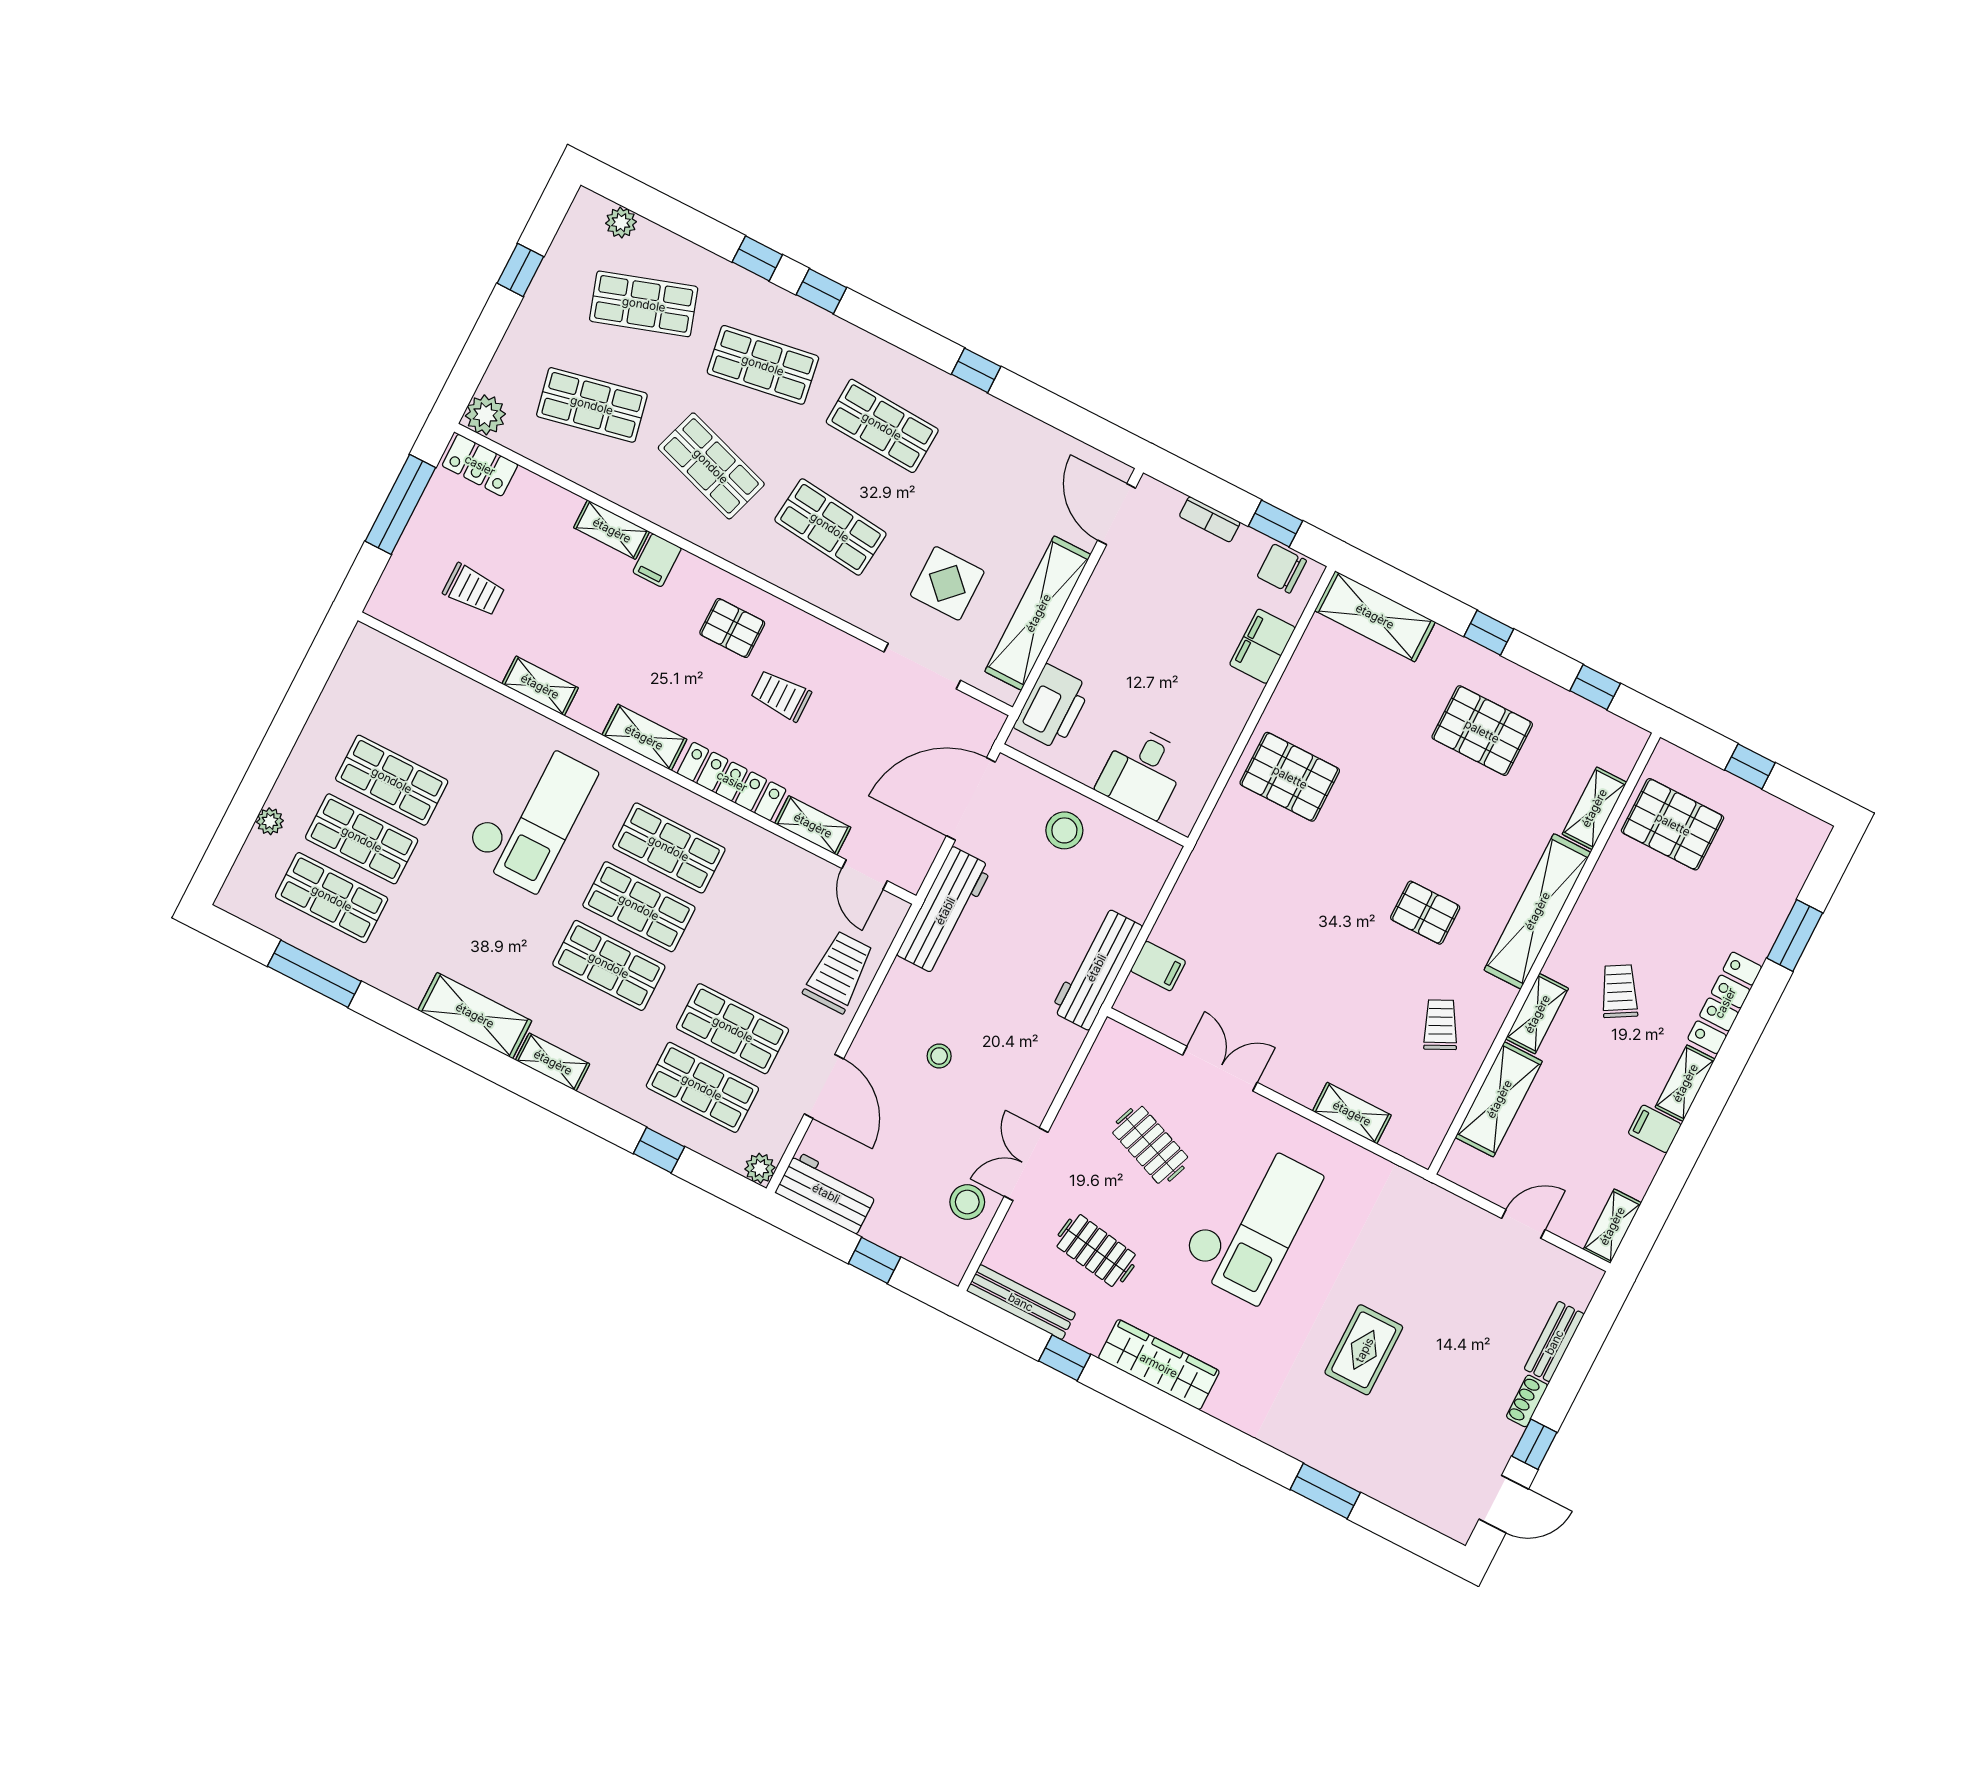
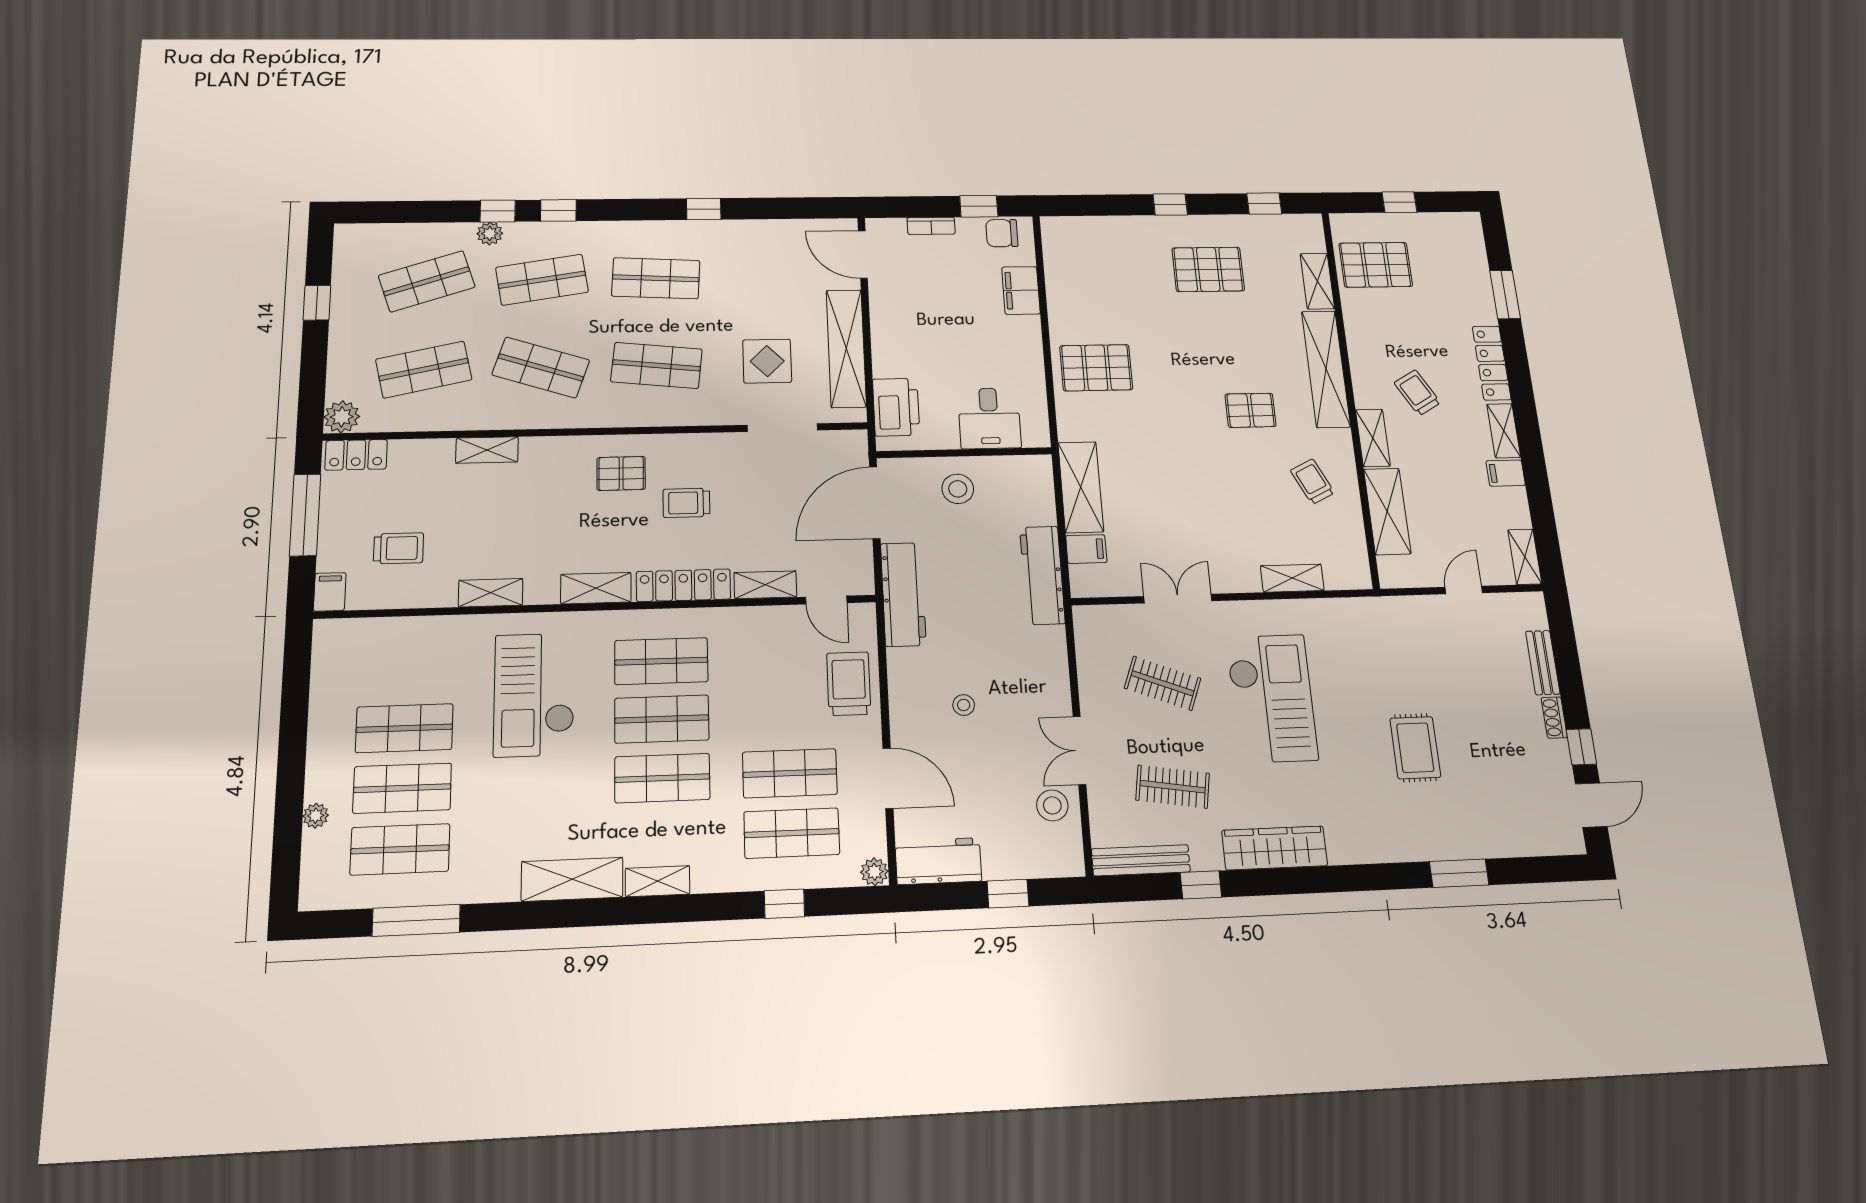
plant: (621, 223) -> (490, 234), moved
filing cabinet: (657, 560) -> (330, 592), moved, turned 180
shelving: (1375, 616) -> (1081, 487), moved, turned 90
checkout: (530, 814) -> (534, 695), turned 180

